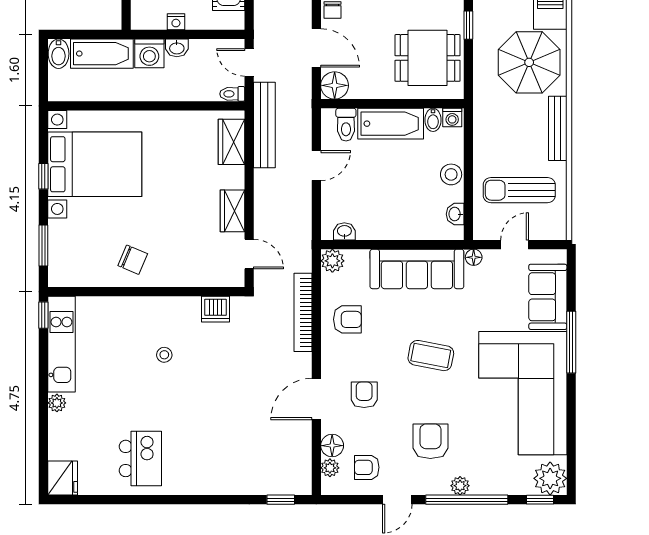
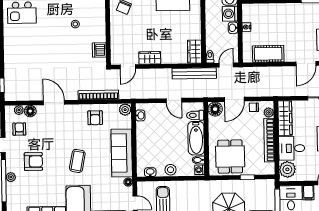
wardrobe: (232, 142) -> (195, 52), moved, turned -90
armchair: (364, 395) -> (57, 127), removed

